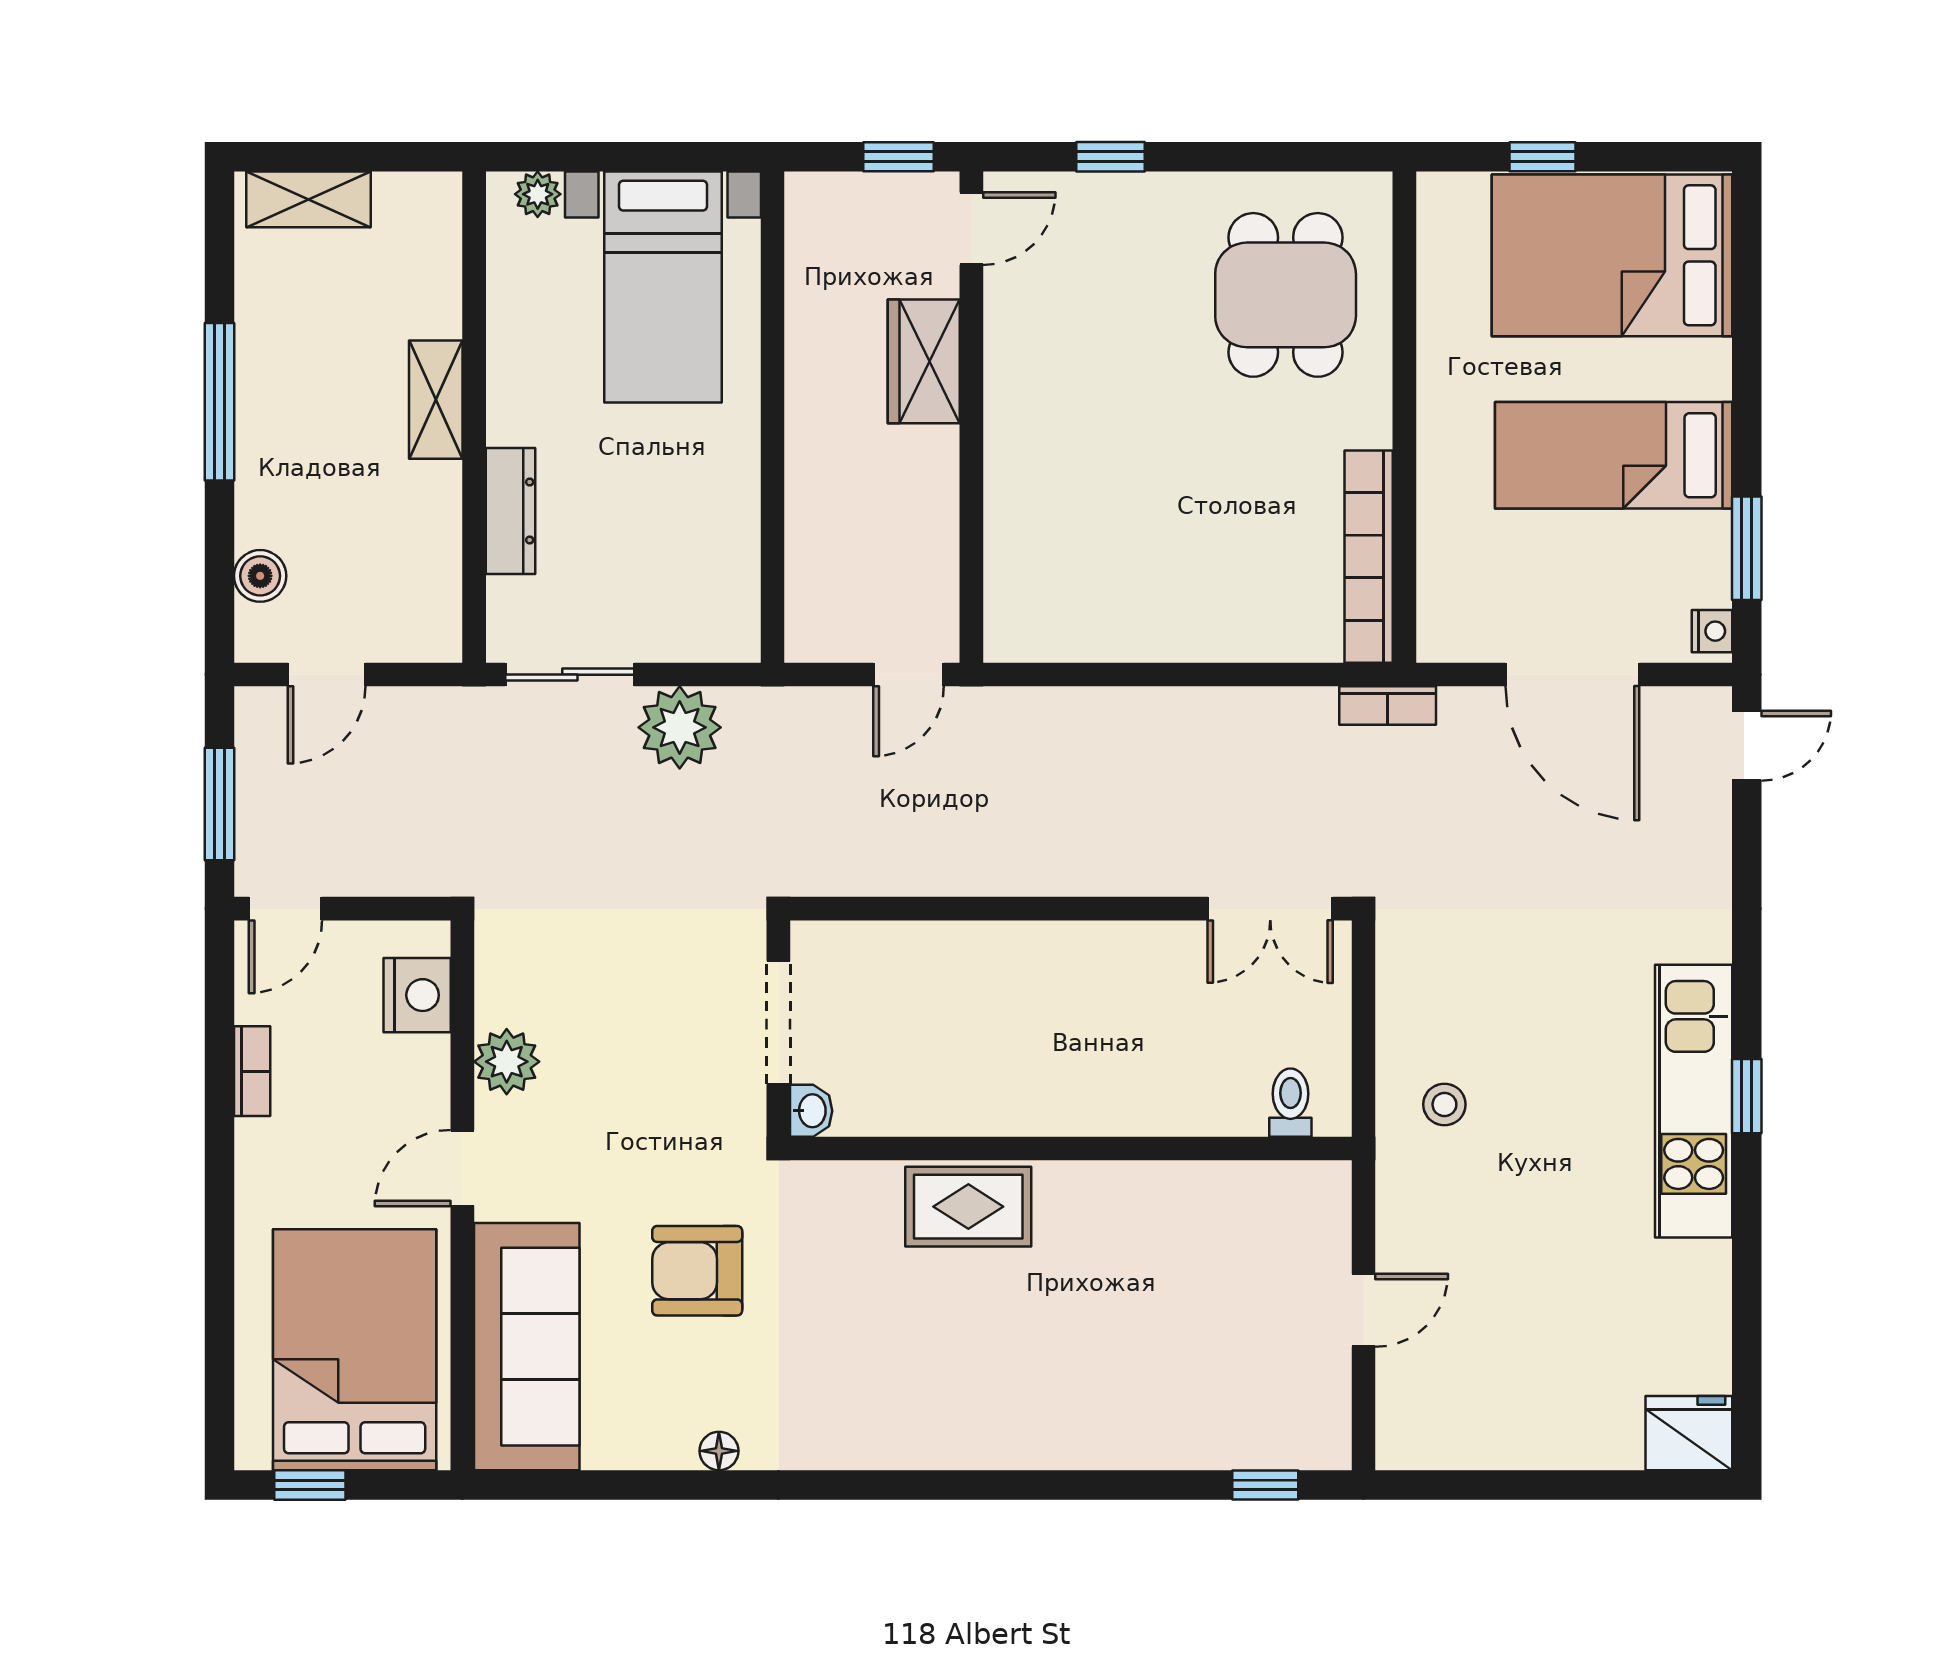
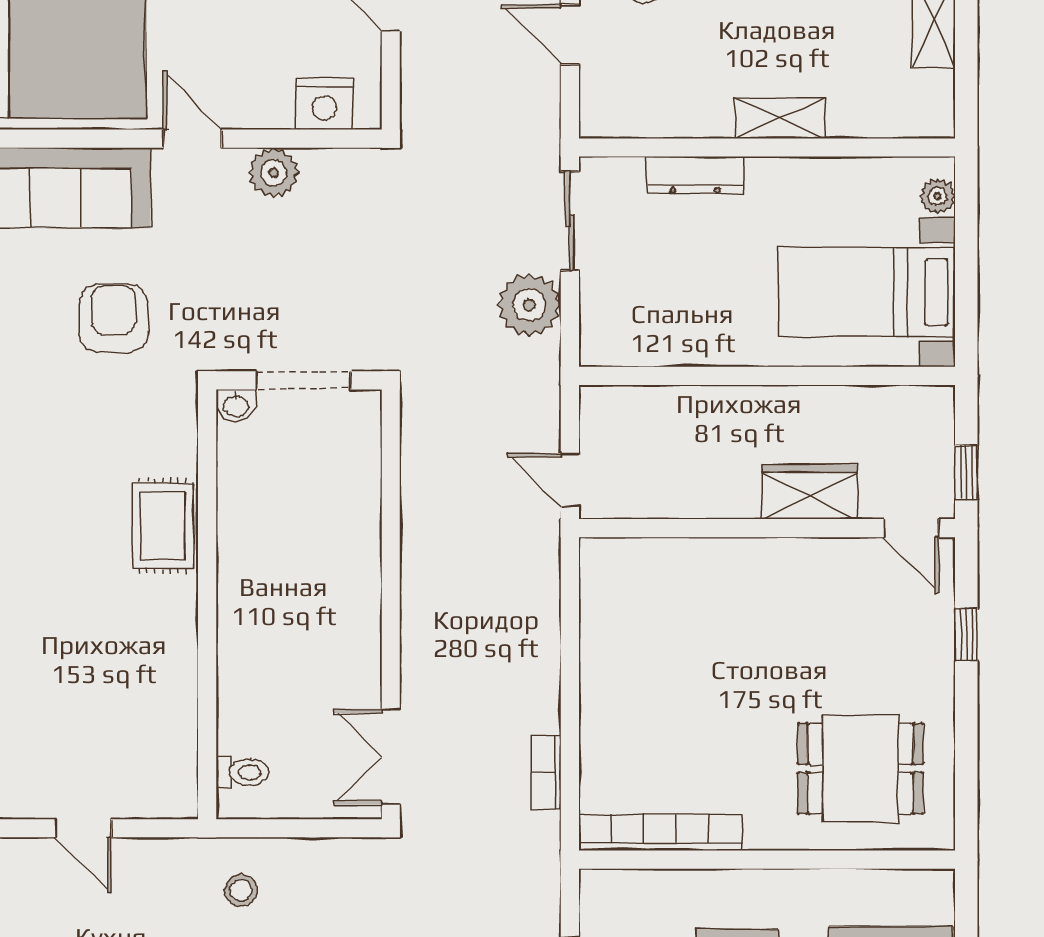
bookcase: (1388, 706) -> (546, 772), moved

